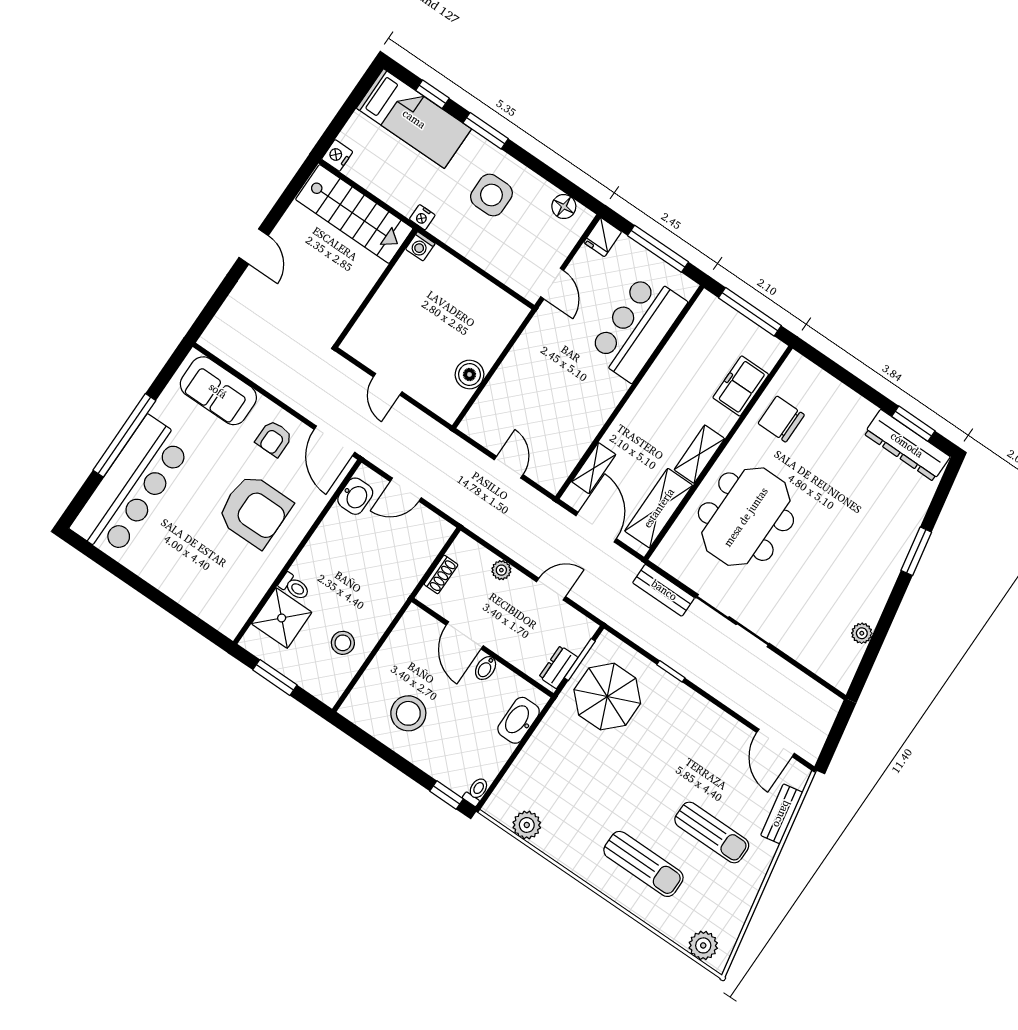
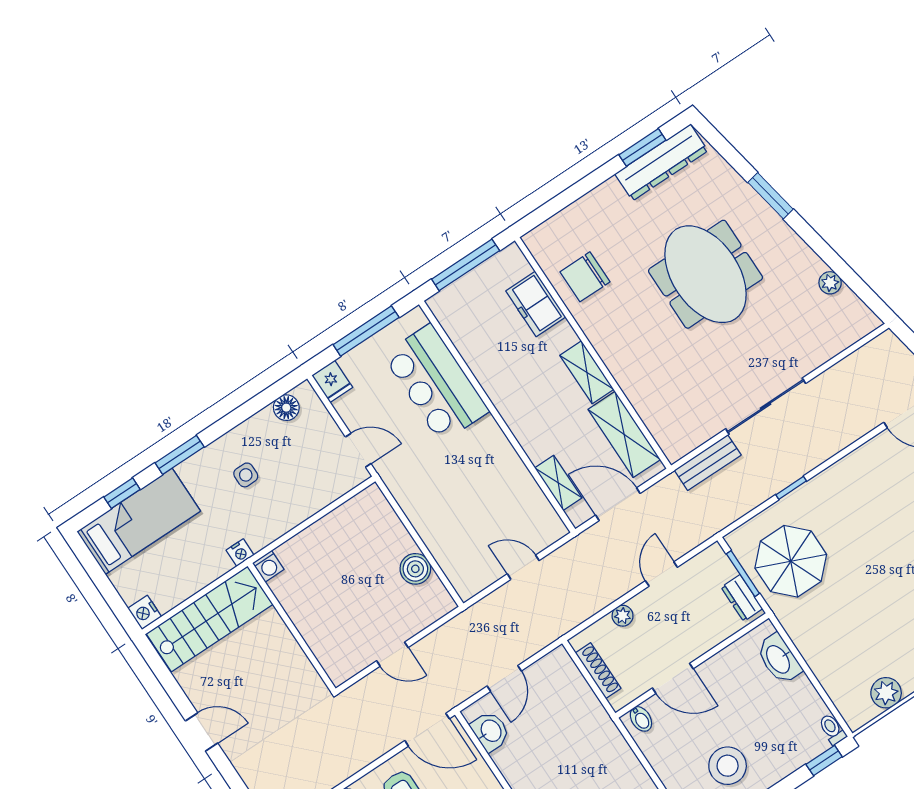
side table: (491, 195) -> (246, 475), width x0.54, depth x0.54
meeting table: (746, 517) -> (705, 274), moved
shoe rack: (441, 575) -> (598, 671), width x1.43
bidet: (486, 668) -> (641, 719), moved

